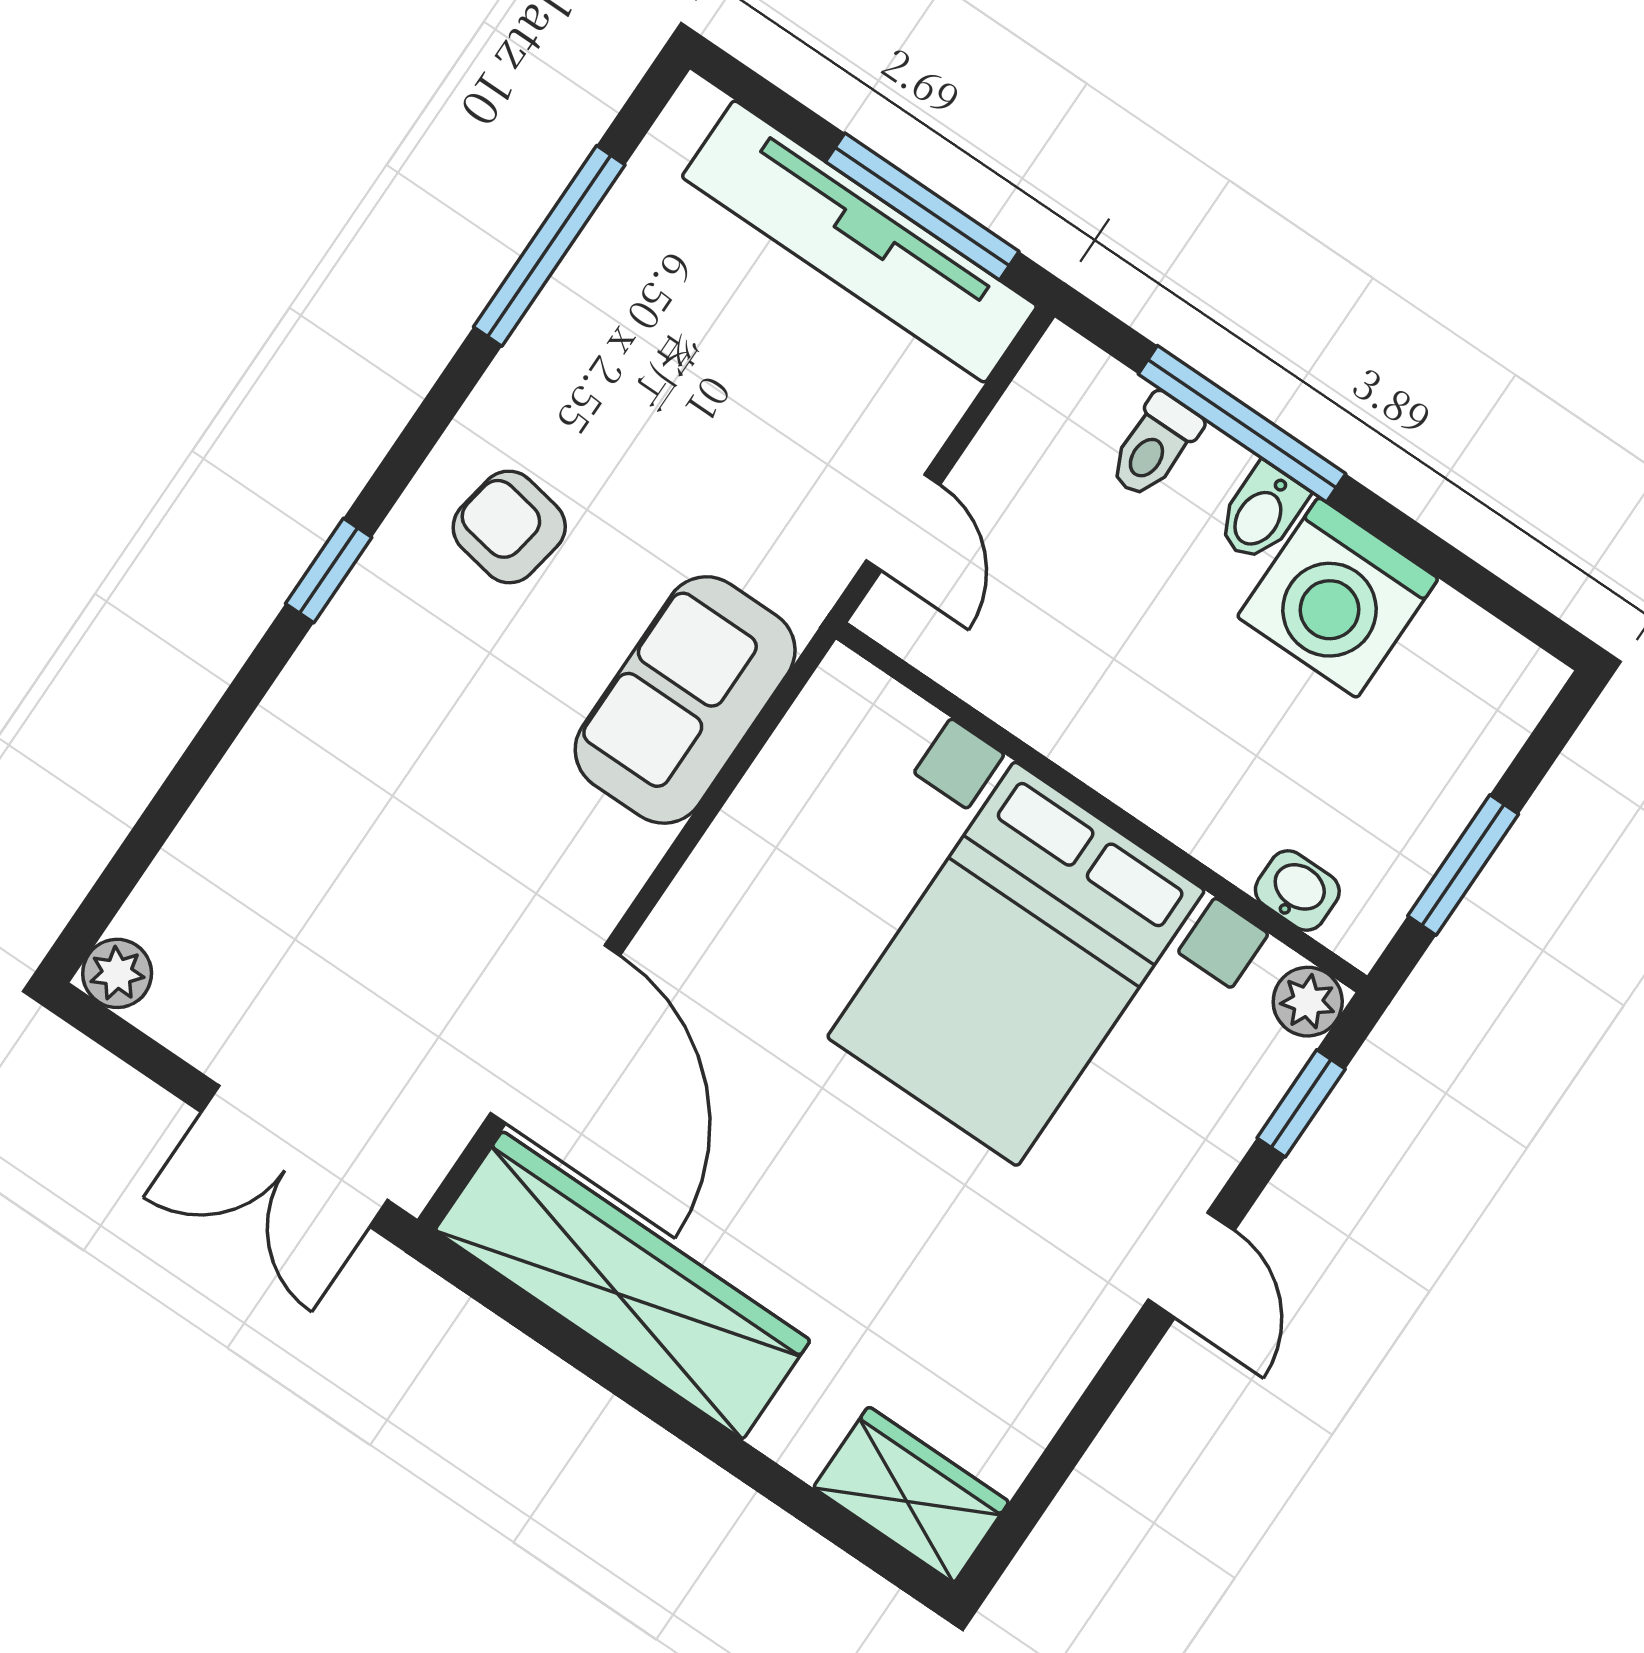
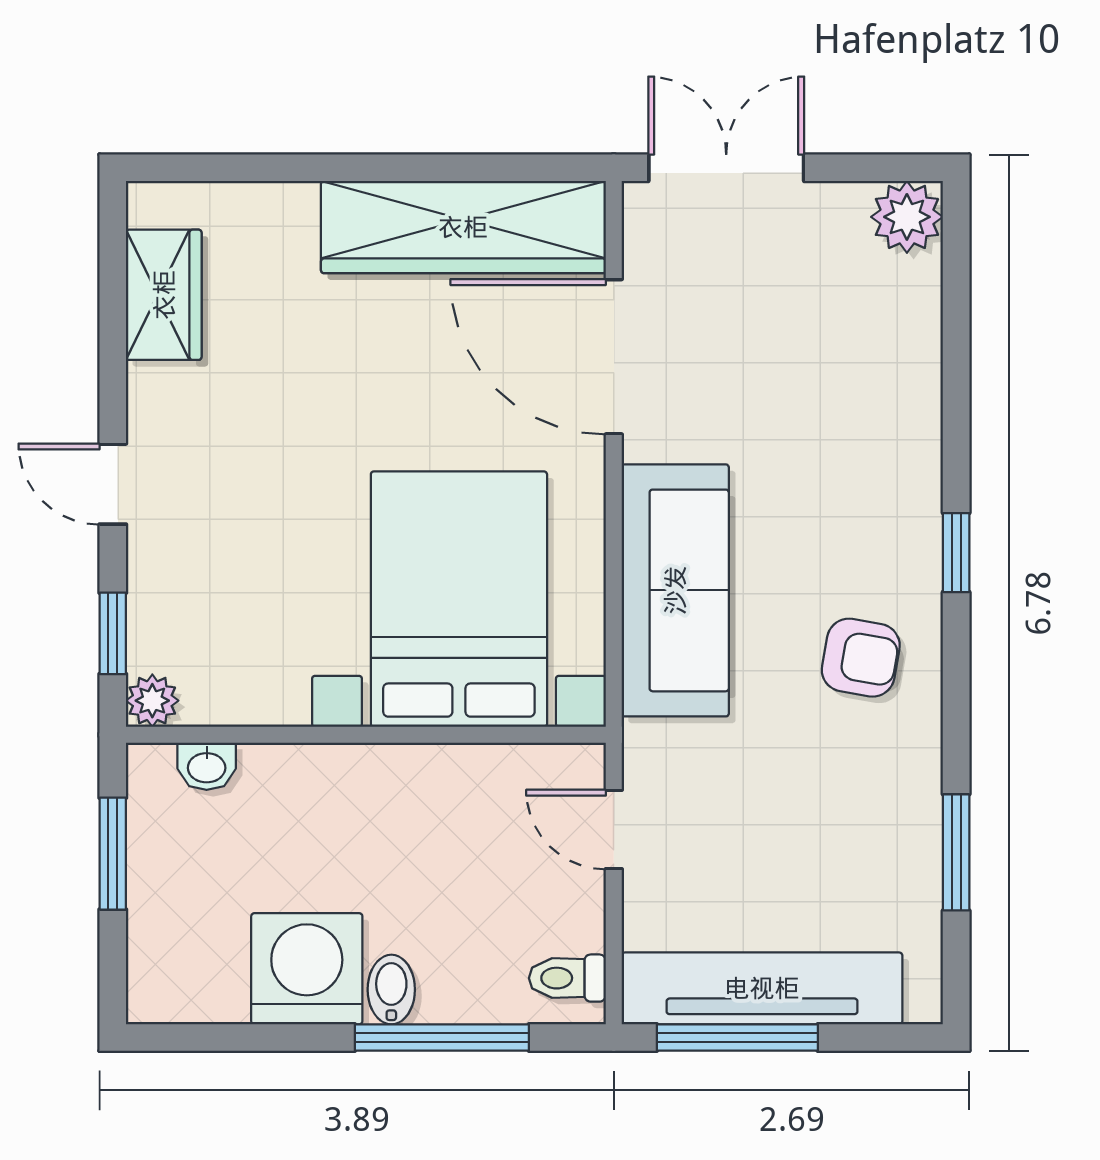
window: (549, 246) -> (956, 852), width x0.69
toilet: (1154, 446) -> (567, 978), moved, turned -90
sofa: (685, 700) -> (675, 590), width x1.36
bed with nightstands: (1016, 964) -> (459, 599), moved
plant: (117, 973) -> (907, 217), width x1.38, depth x1.38
wardrobe: (911, 1495) -> (164, 295), moved, turned -90

